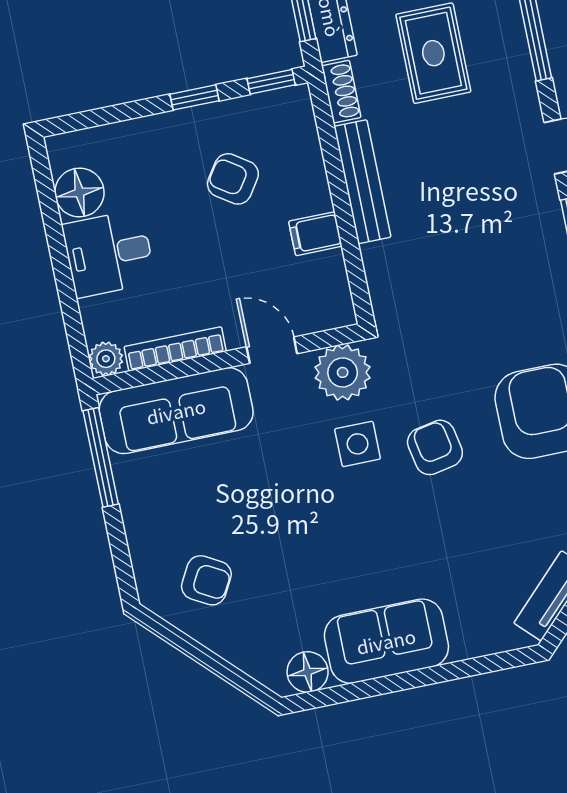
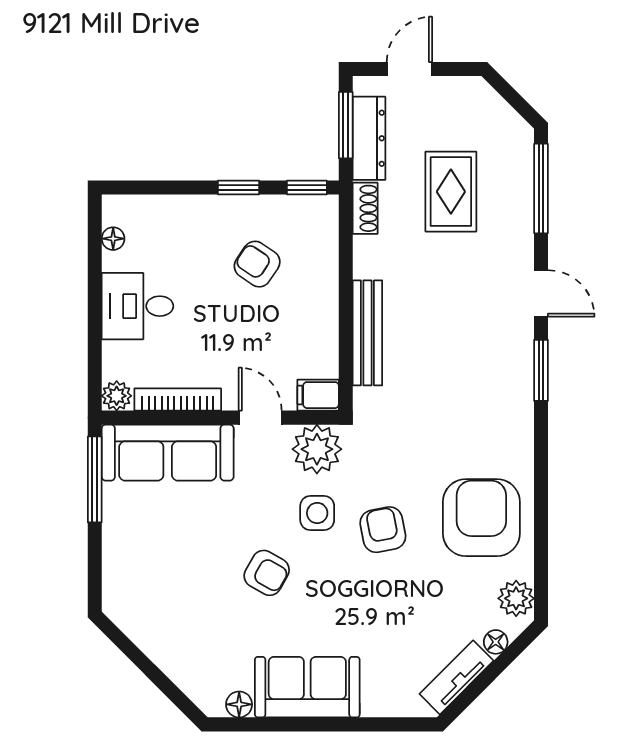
bench: (362, 182) -> (367, 333), moved
floor lamp: (79, 192) -> (113, 239), width x0.53, depth x0.53
filing cabinet: (315, 234) -> (318, 395), moved
armchair: (206, 580) -> (267, 573), moved
floor lamp: (308, 672) -> (239, 704), width x0.73, depth x0.73

